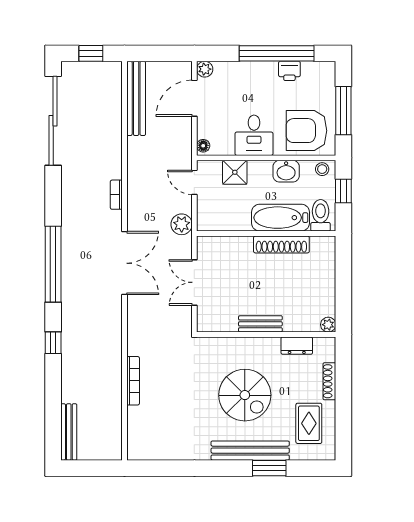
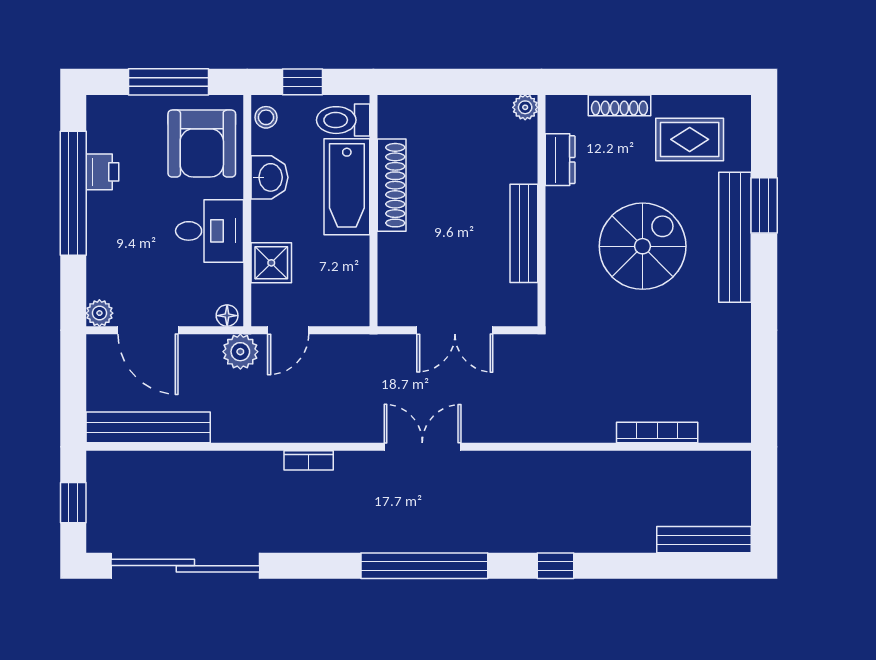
plant: (182, 224) -> (240, 352), moved
double door: (125, 263) -> (422, 447), width x0.73
bench: (260, 324) -> (524, 233), width x1.36
bookcase: (133, 381) -> (657, 432), moved

